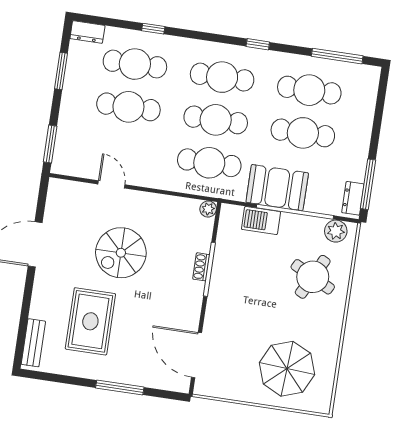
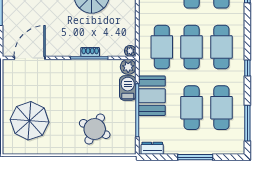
window: (368, 184) -> (195, 157), moved
plant: (336, 231) -> (128, 67), moved

